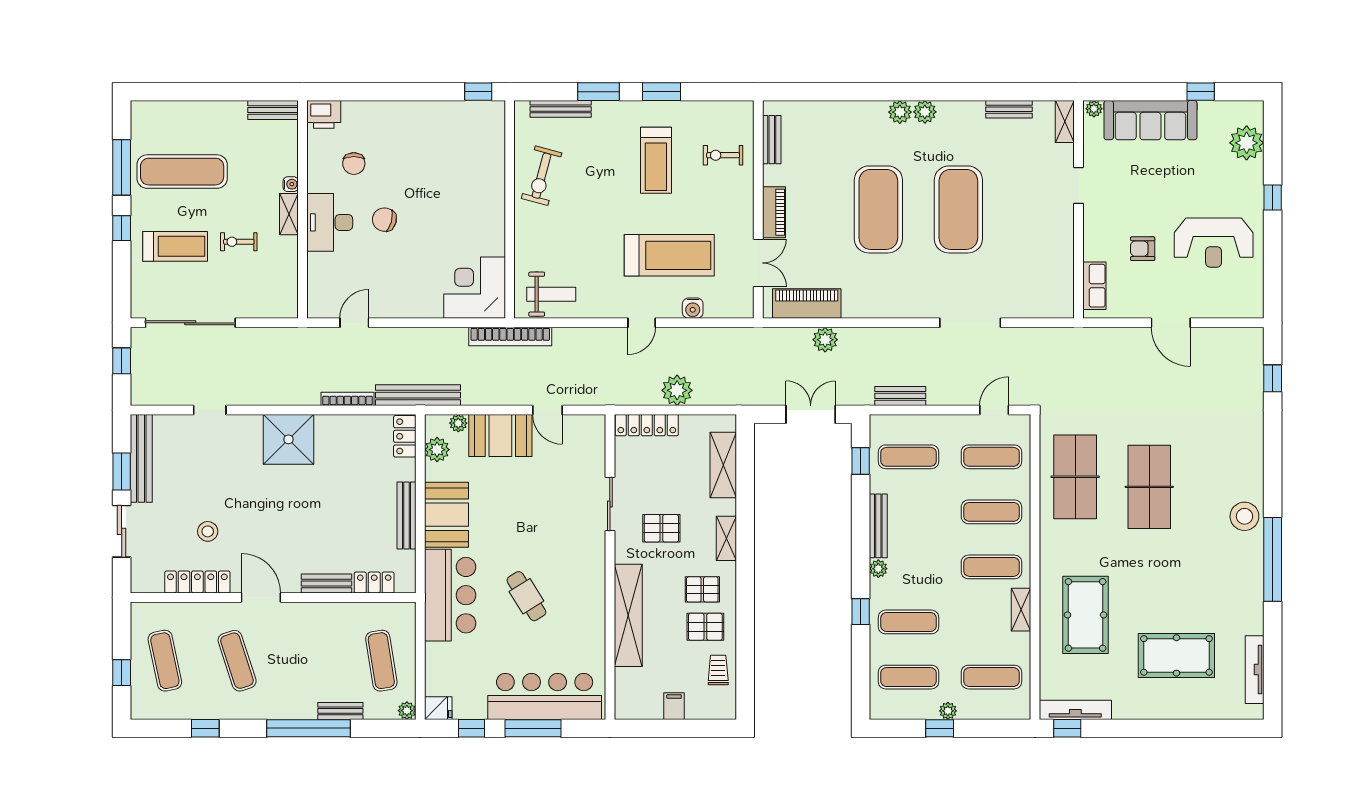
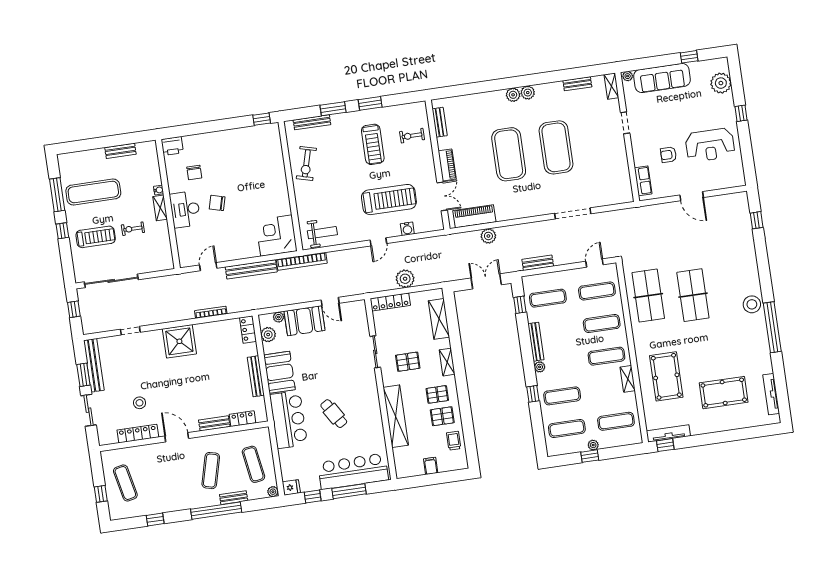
bench: (273, 110) -> (120, 151), moved
bench: (418, 395) -> (251, 269), moved
exercise mat: (237, 661) -> (211, 471), moved, turned 33

